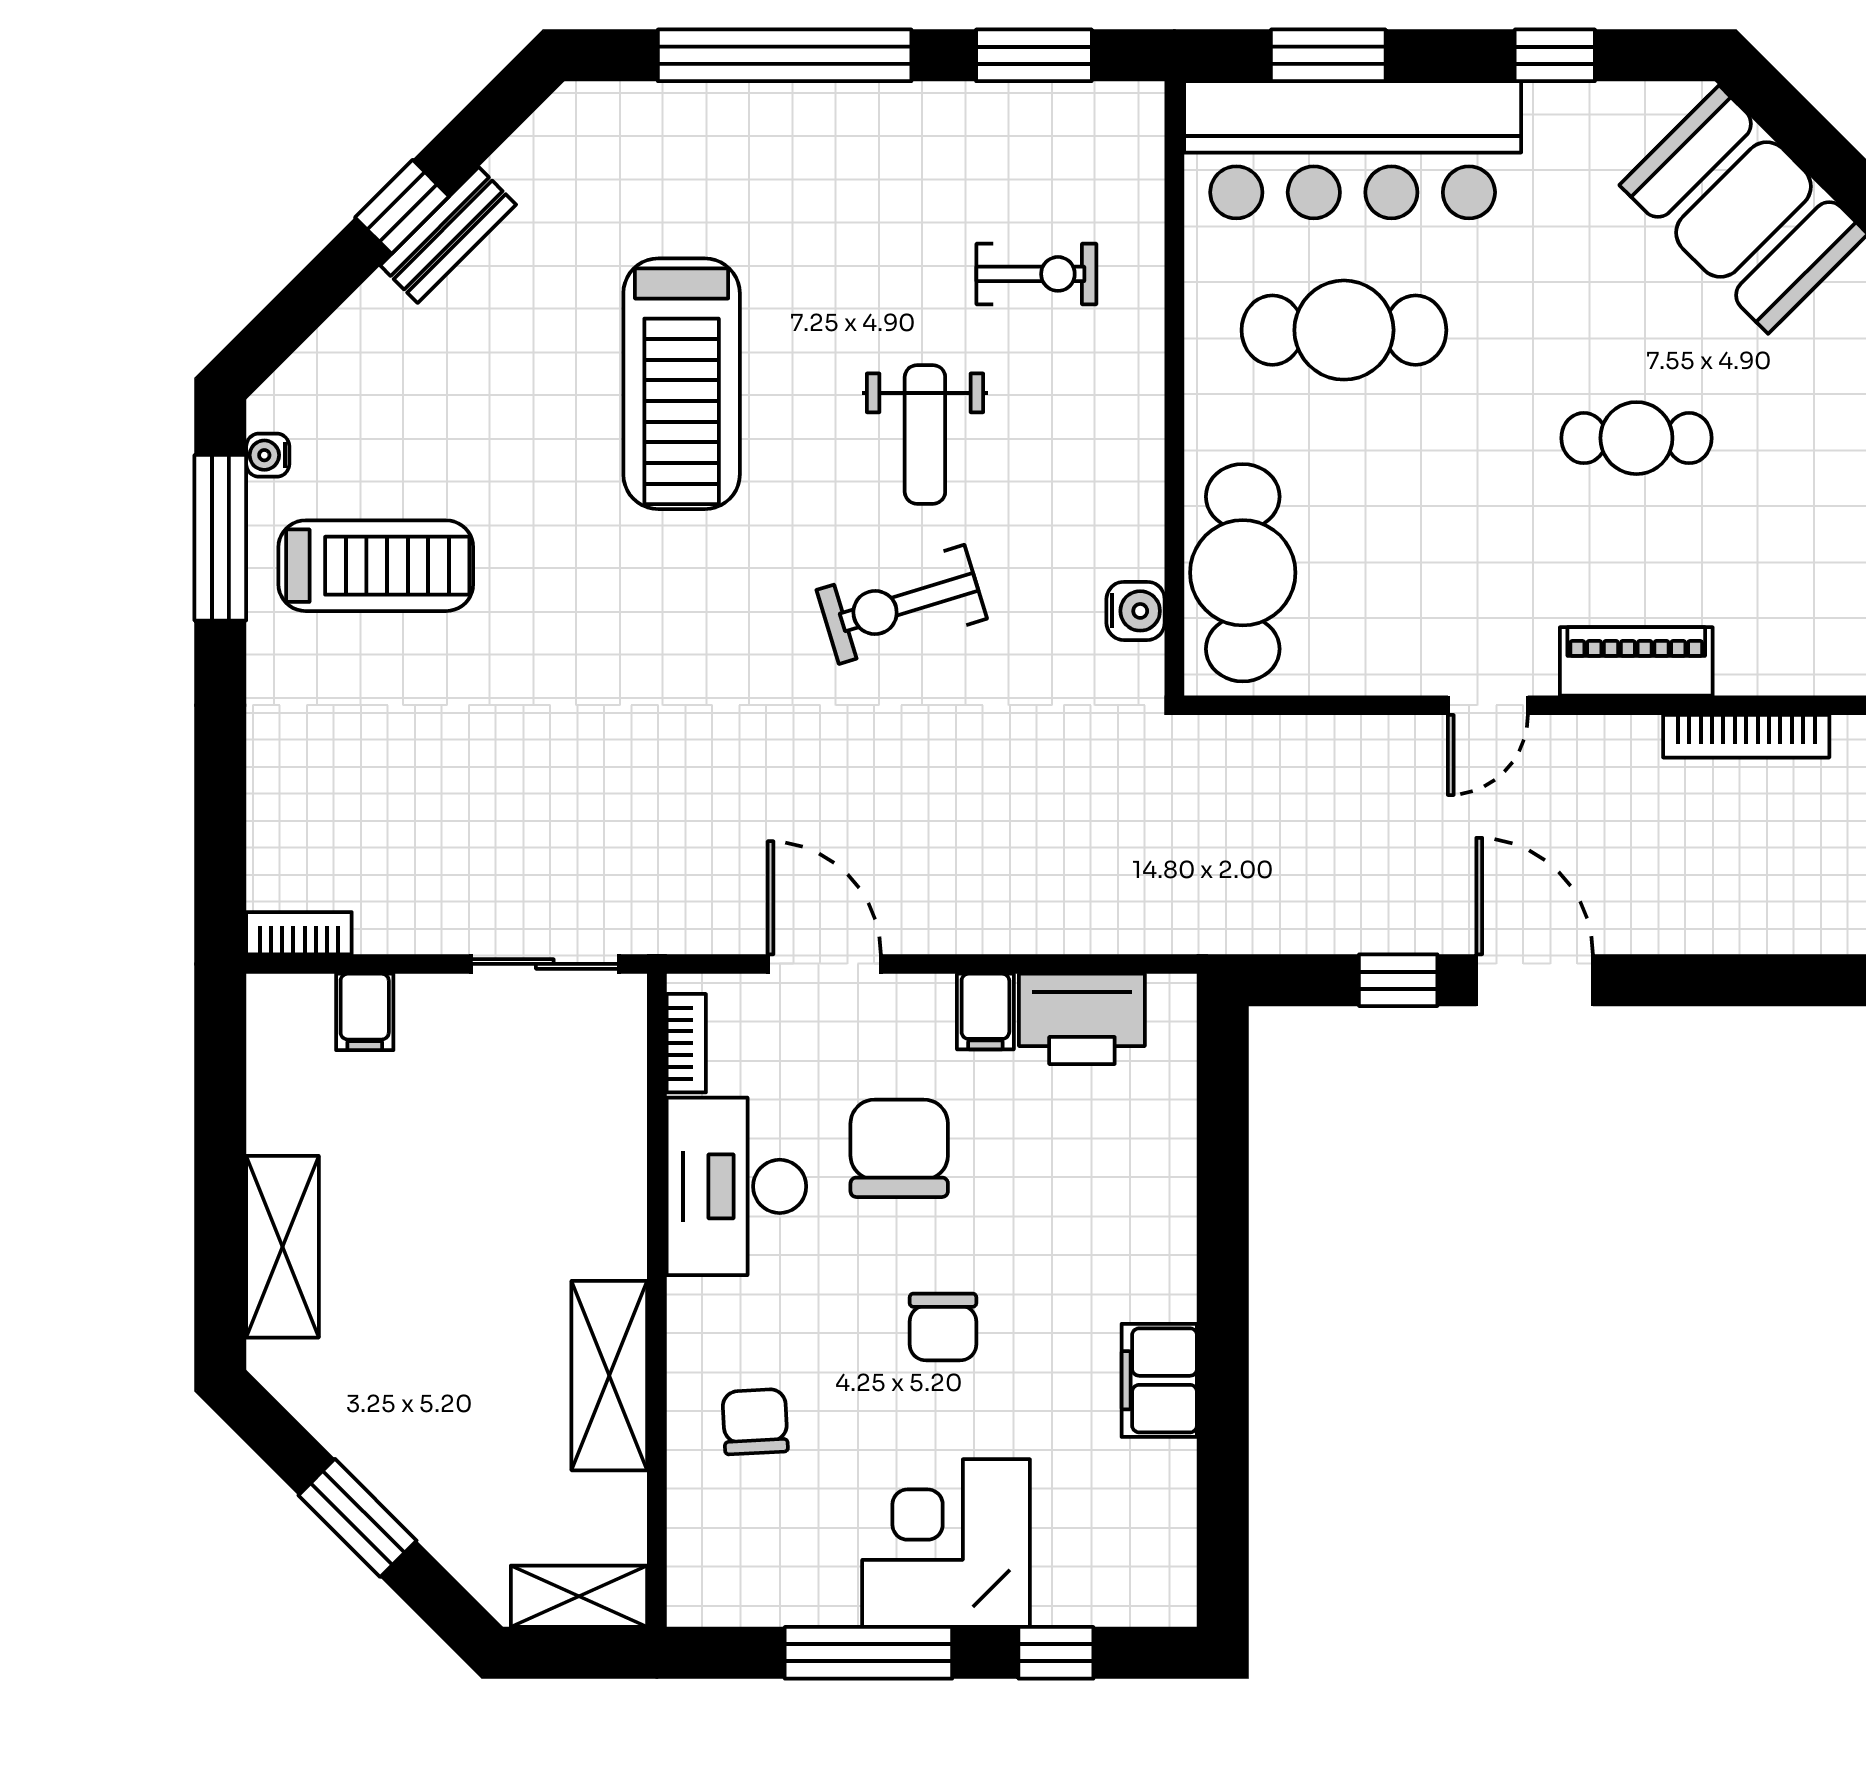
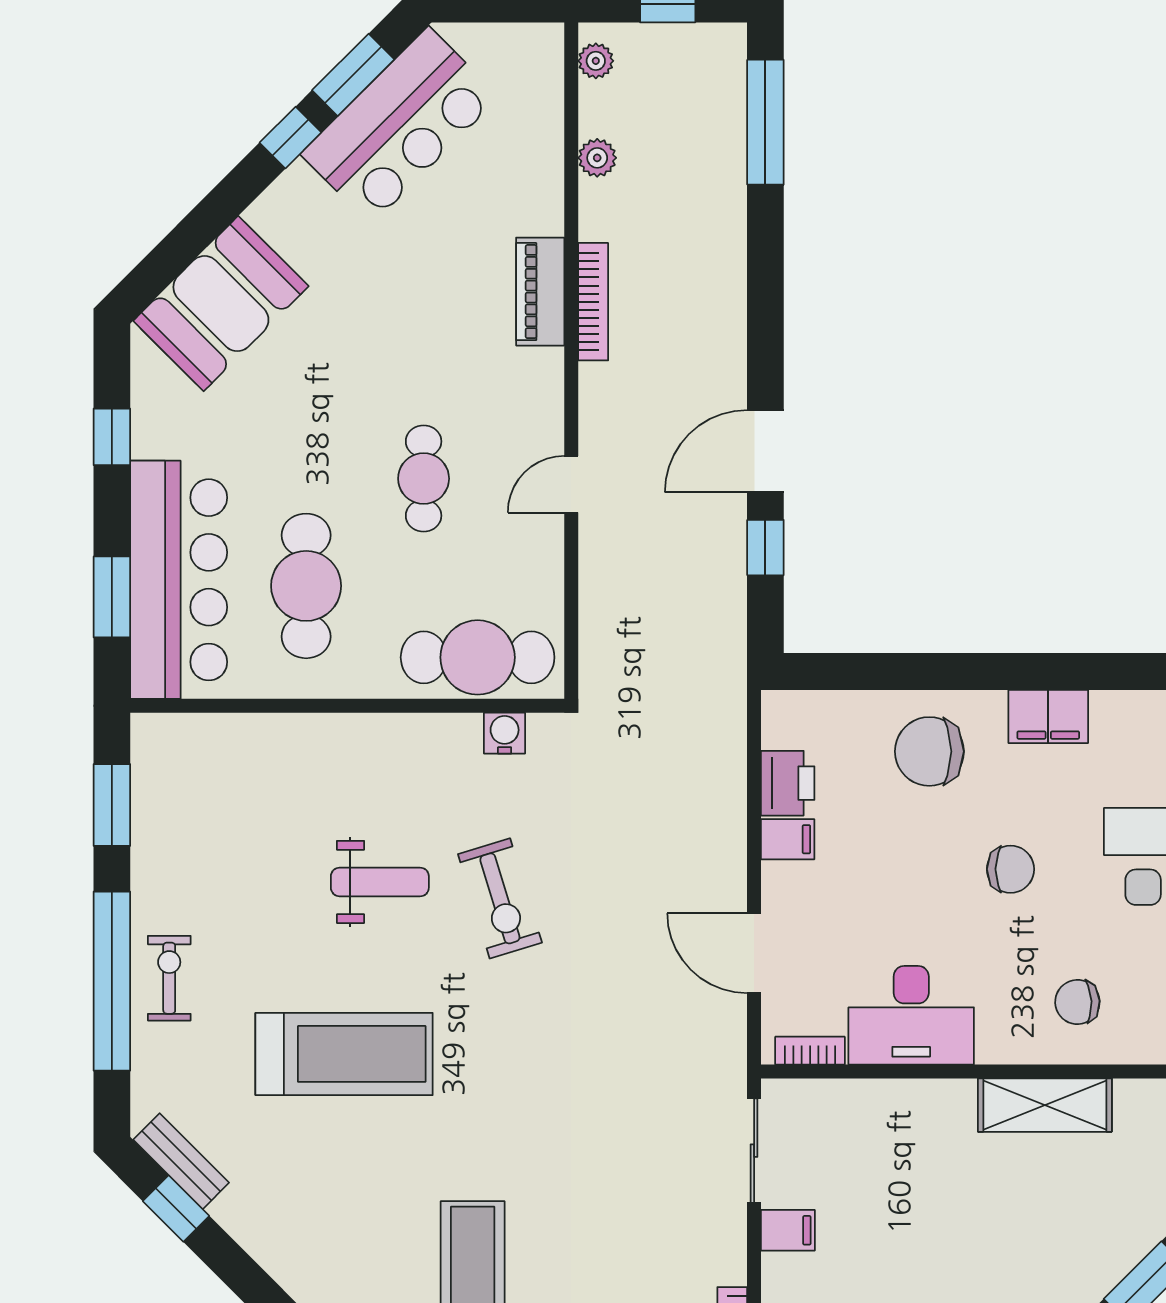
window: (402, 207) -> (176, 1209), moved
bench: (448, 235) -> (181, 1161), moved
exercise bike: (1036, 274) -> (169, 978), moved
cafe table: (1636, 438) -> (424, 479), moved
piano: (1636, 661) -> (540, 292), moved
door: (1488, 705) -> (571, 484), swing flipped
door: (824, 964) -> (754, 953), hinge flipped
filing cabinet: (365, 1012) -> (788, 1230), moved
printer: (1082, 1019) -> (788, 783), width x0.73, depth x0.84
chair: (899, 1148) -> (929, 751), moved

